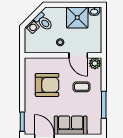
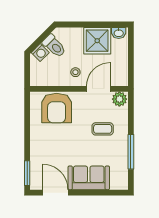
door: (78, 55) -> (98, 89), swing flipped
armchair: (47, 85) -> (57, 108), moved, turned 90

